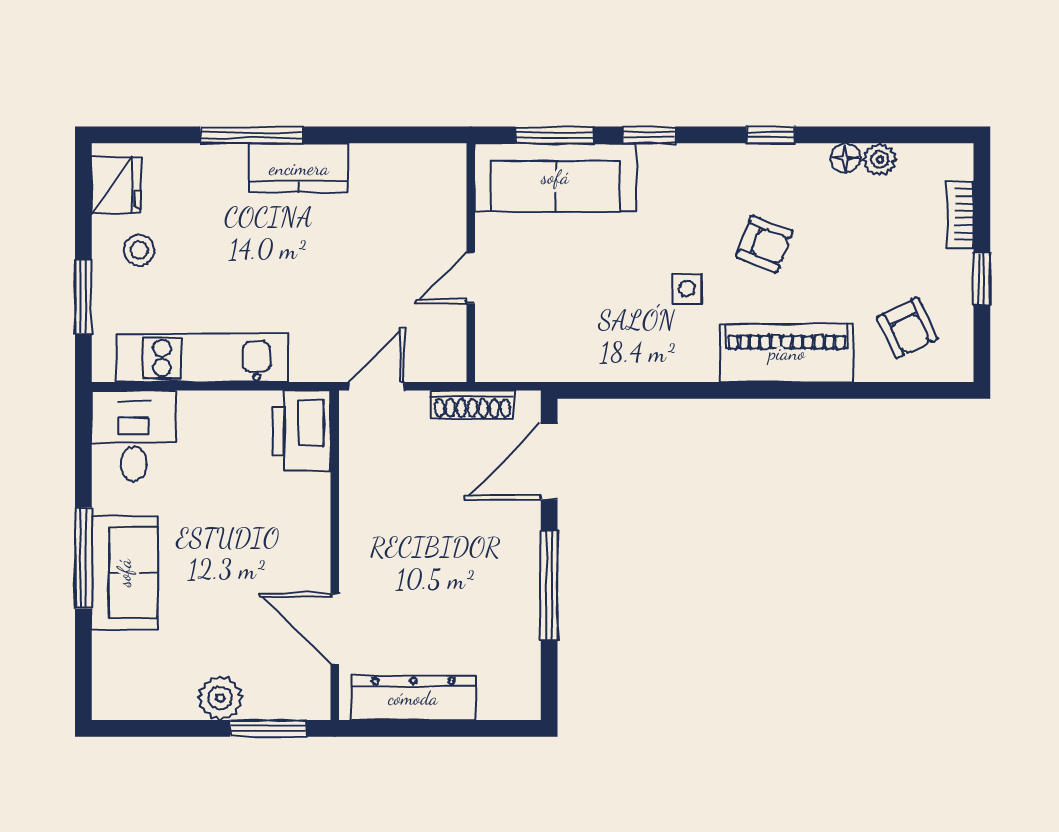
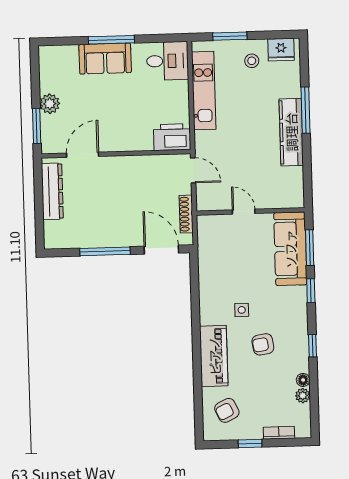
kitchen counter: (299, 168) -> (291, 132), width x1.50
armchair: (764, 244) -> (263, 344), turned 60

